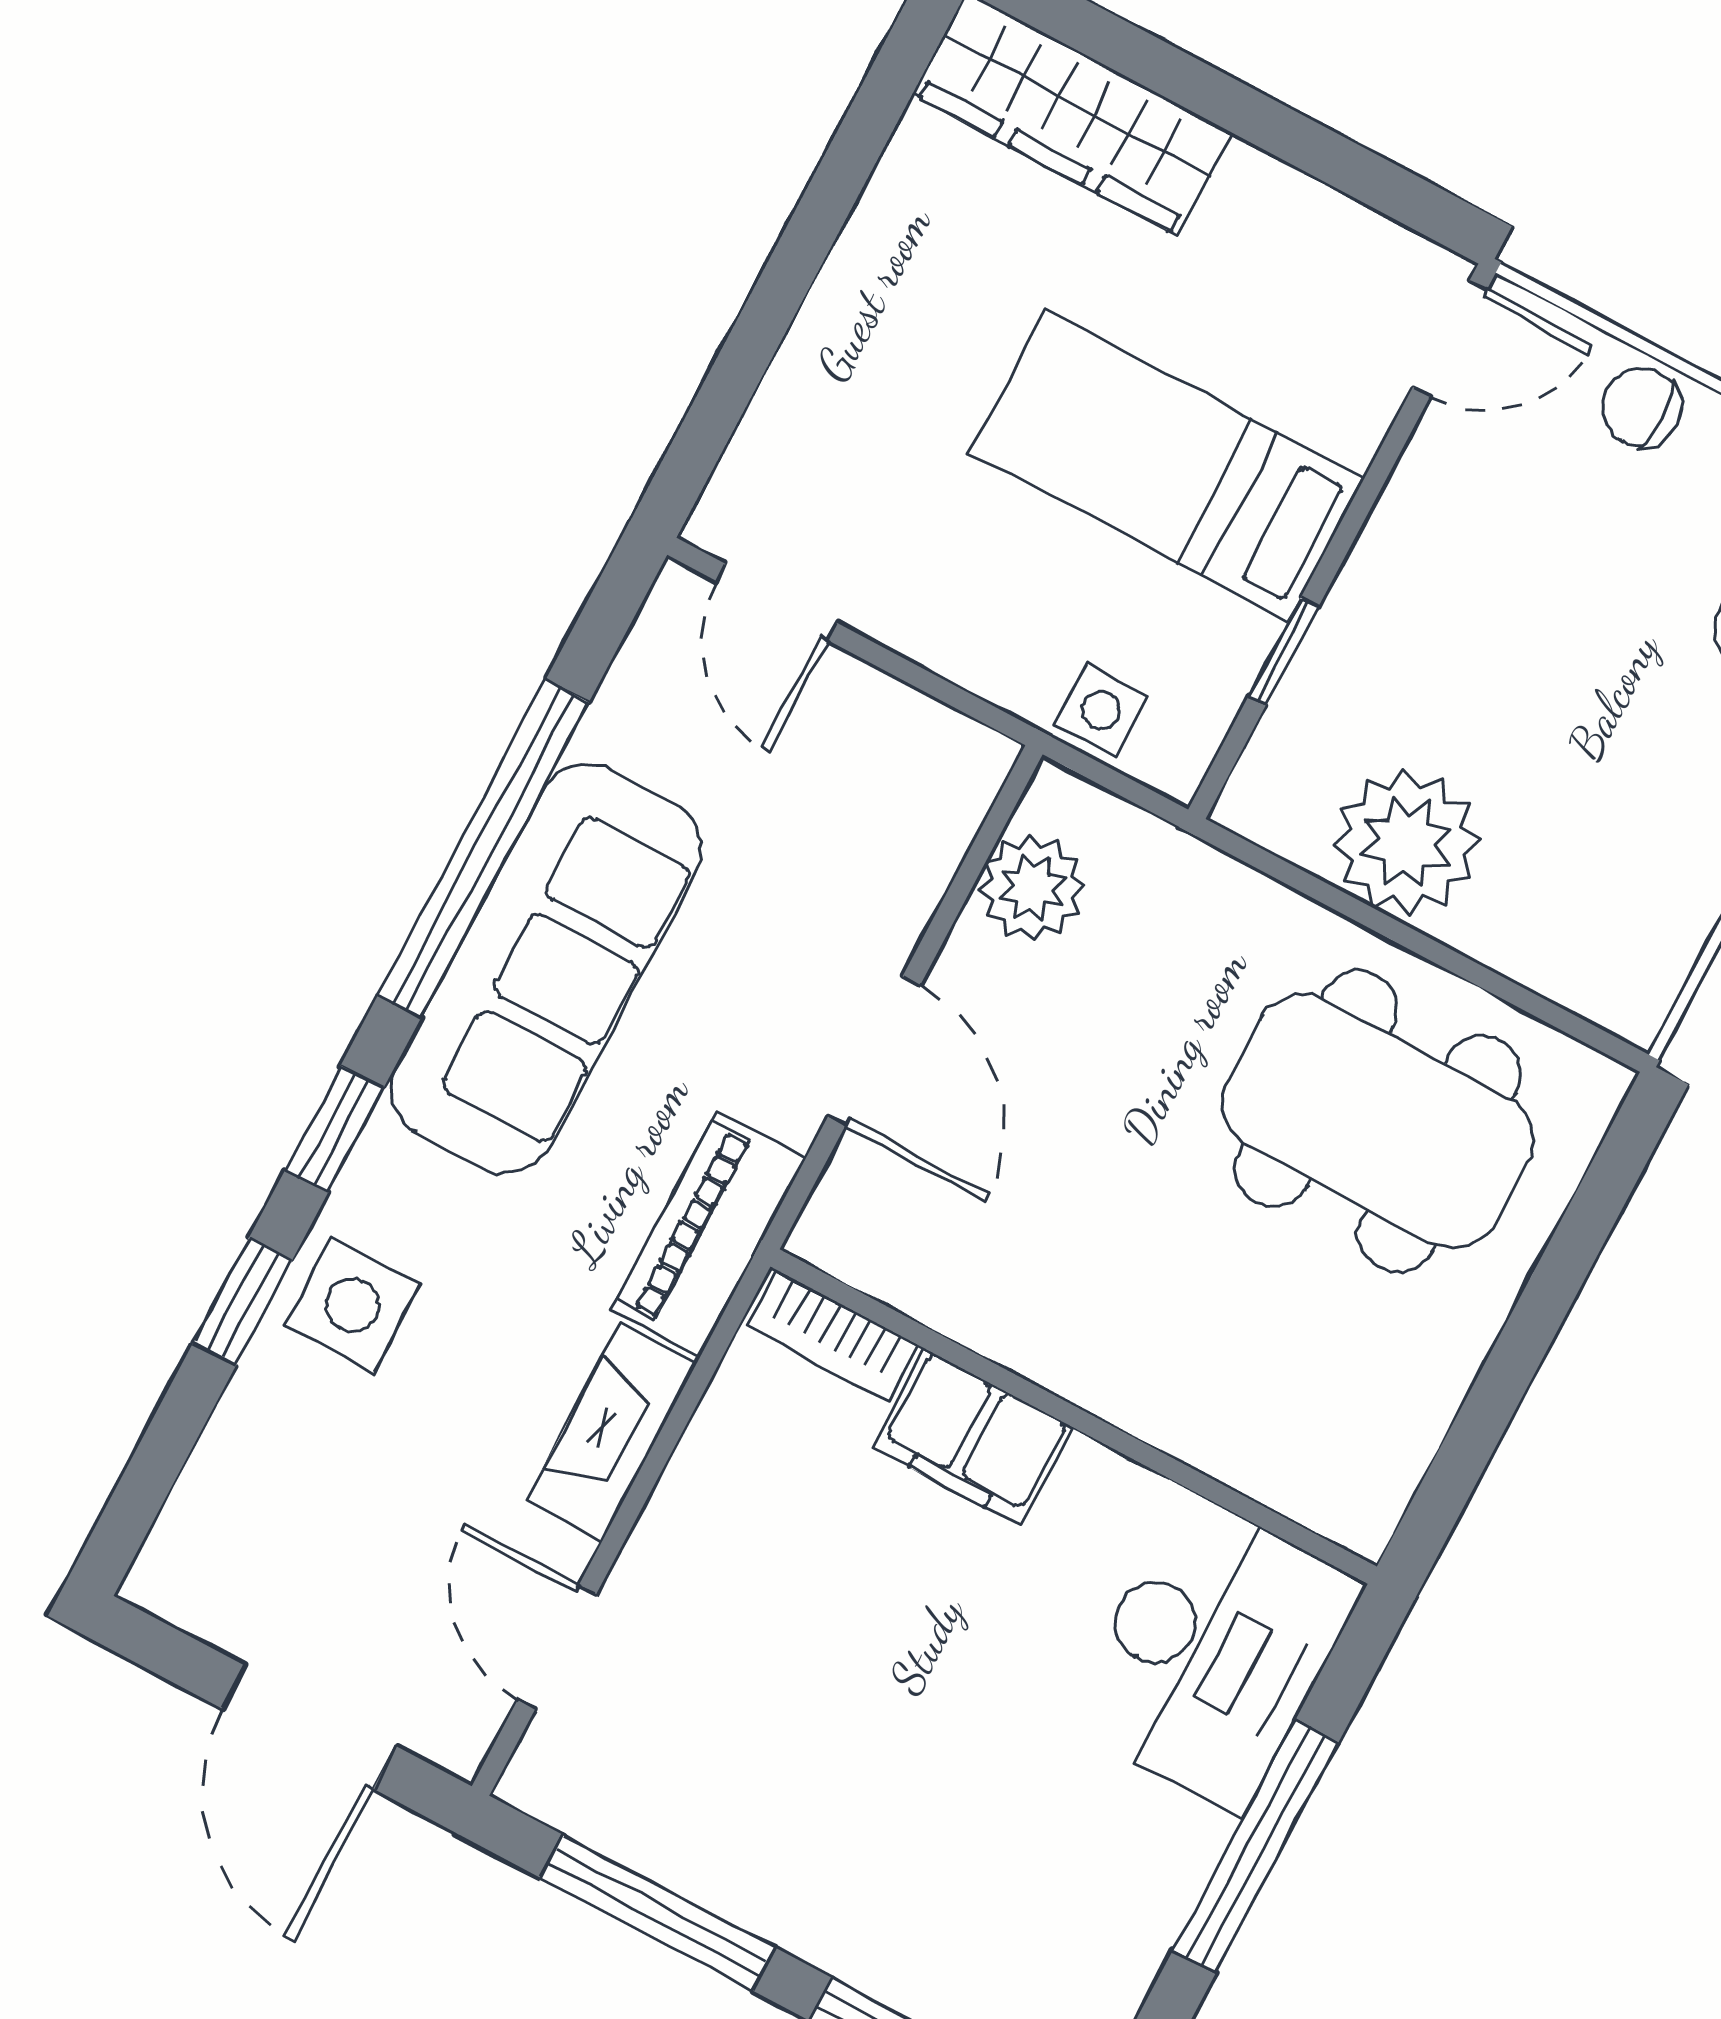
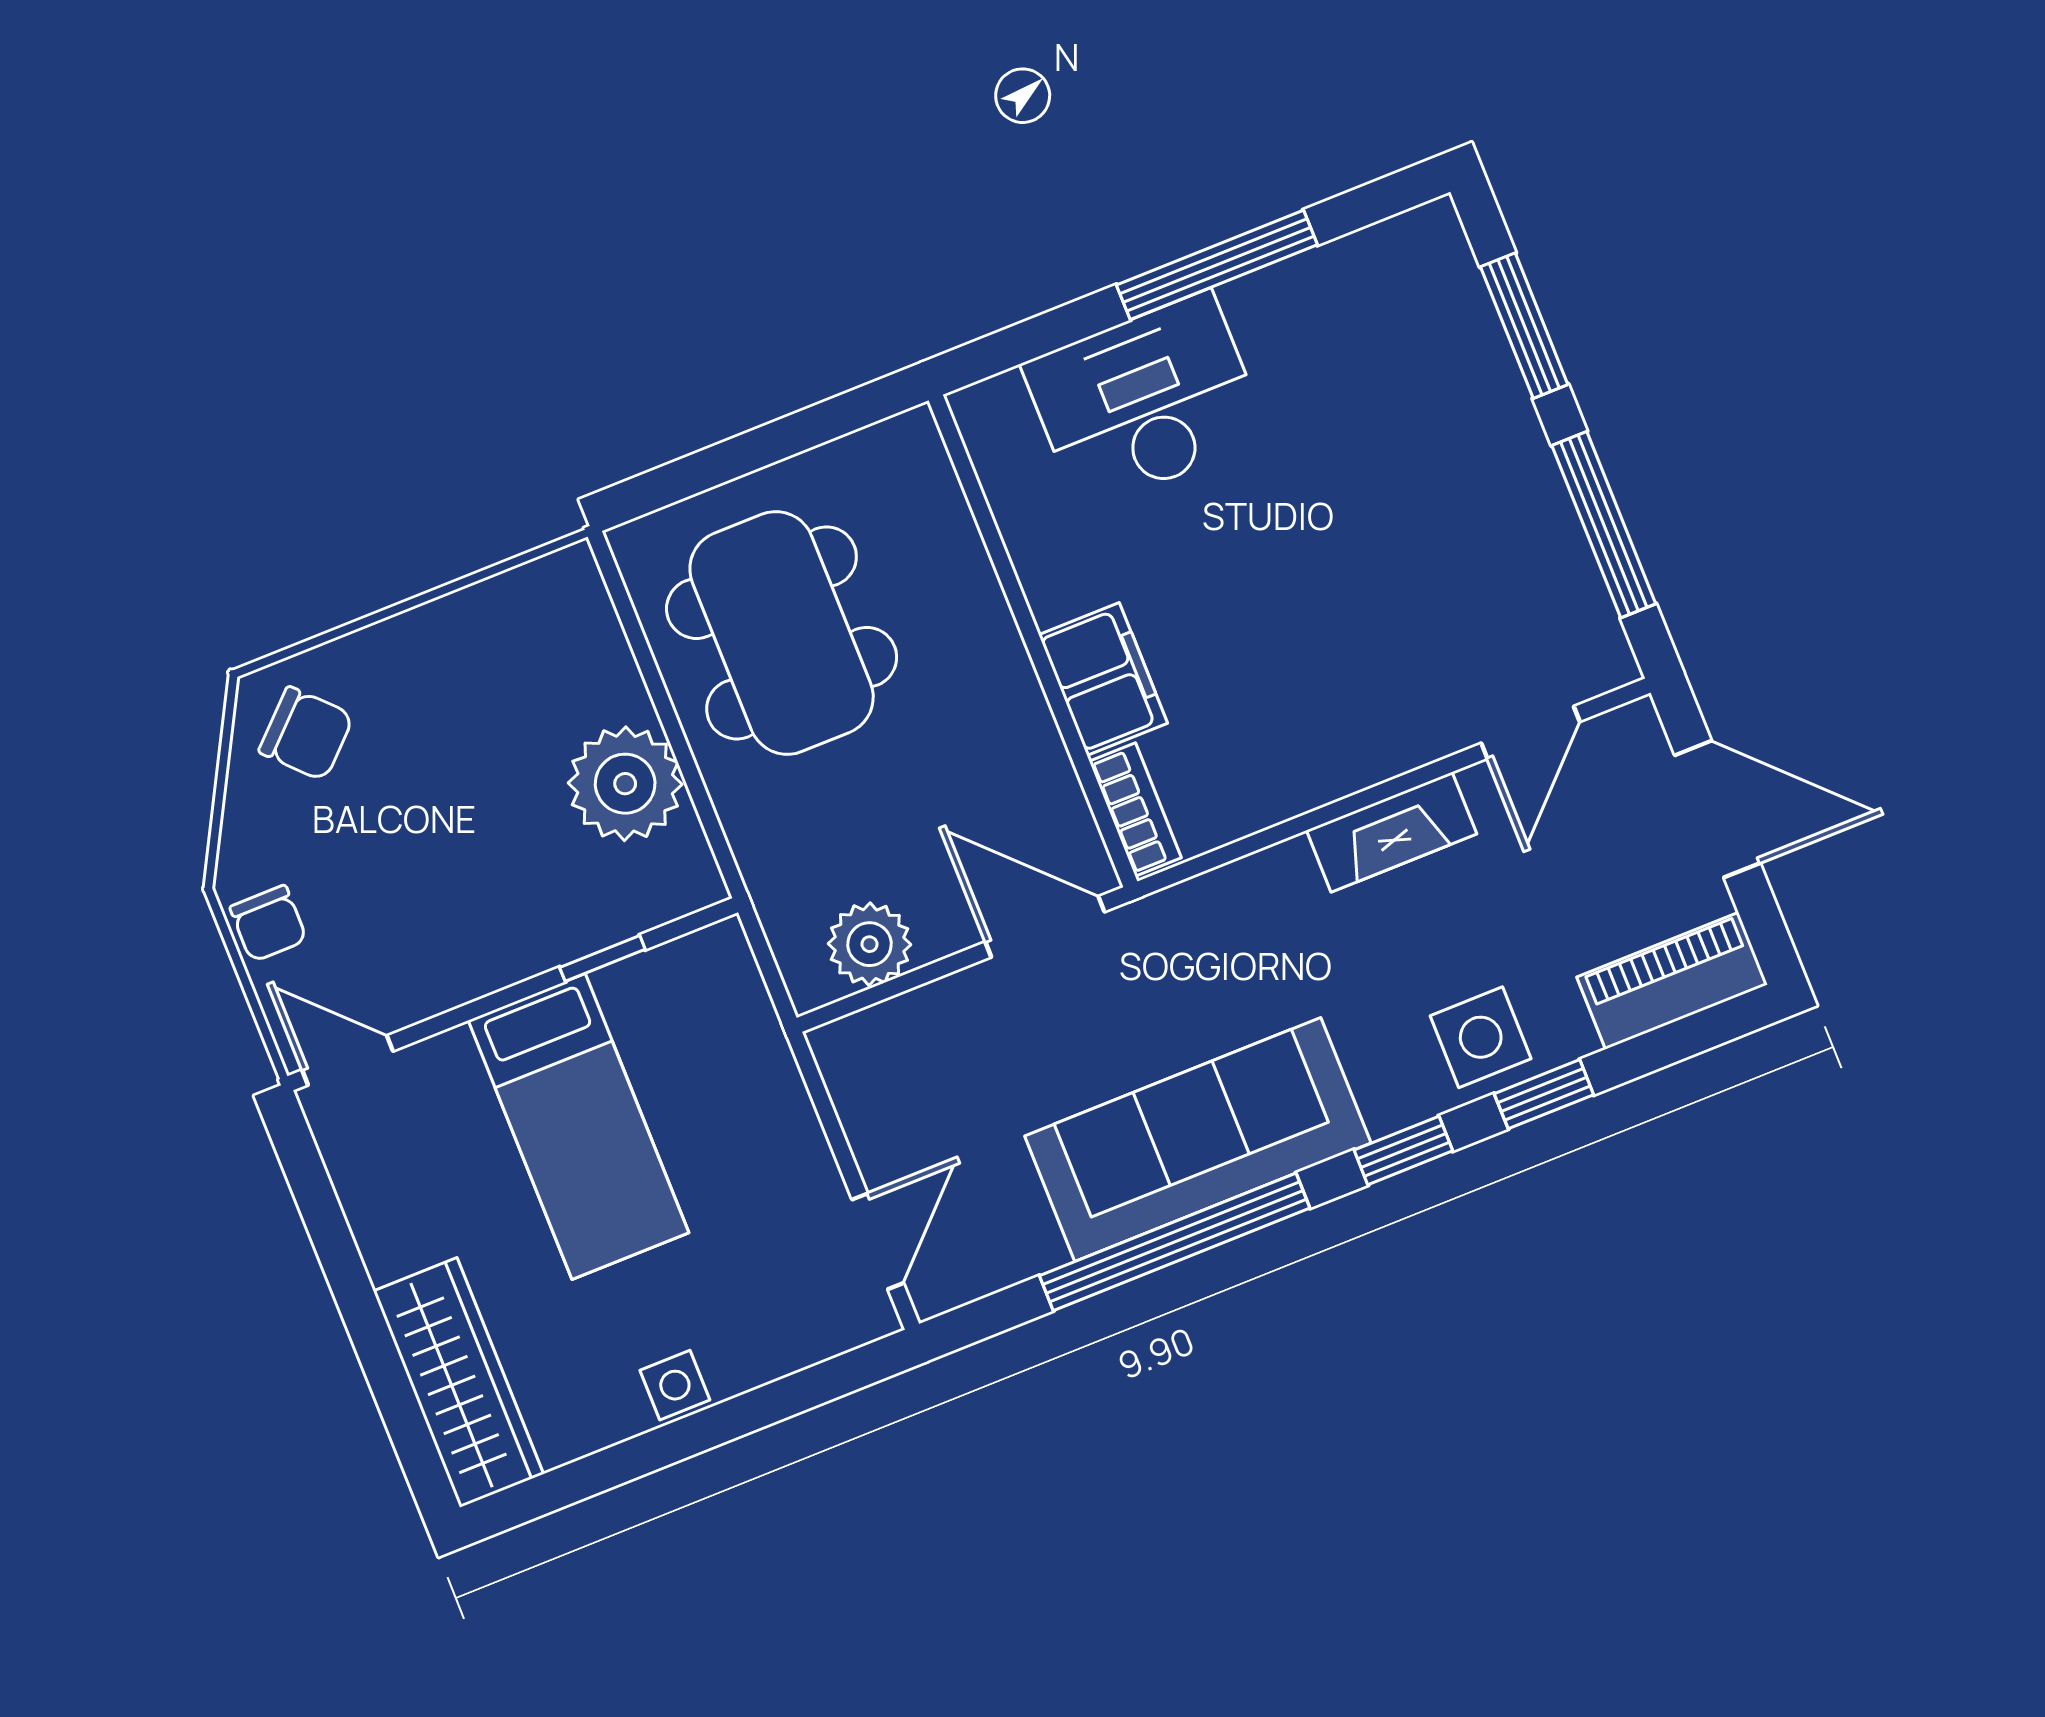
side table: (1101, 710) -> (675, 1385), moved
door: (874, 1051) -> (1045, 927), hinge flipped
piano: (709, 1234) -> (1672, 981), moved, turned 180
bookcase: (832, 1336) -> (1135, 810), moved
wall: (1074, 1417) -> (1033, 641), moved
filing cabinet: (973, 1438) -> (1103, 679), moved
door: (309, 1727) -> (1718, 809), hinge flipped

